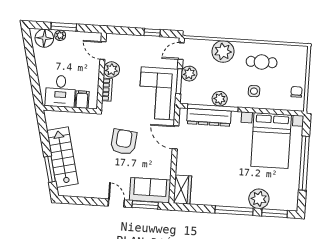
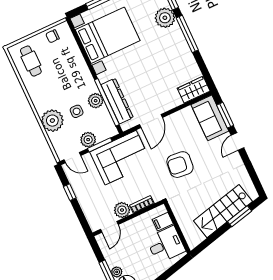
cafe table: (262, 62) -> (31, 61), moved
side table: (254, 91) -> (77, 111), moved

